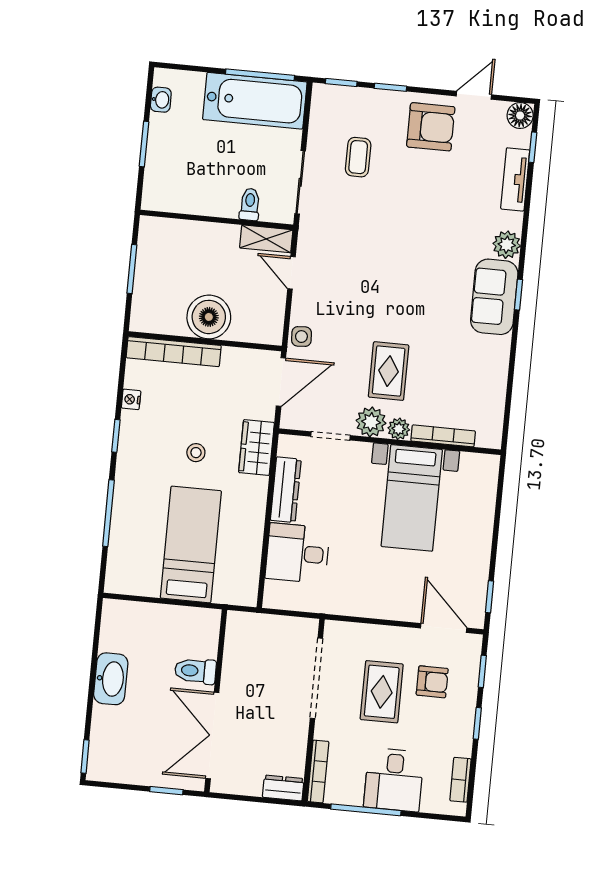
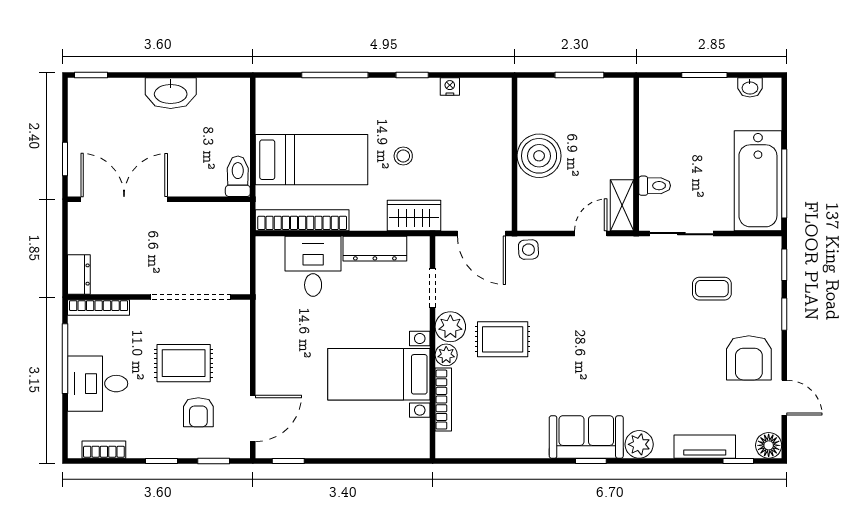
bookcase: (174, 352) -> (302, 220), moved, turned 90
toilet: (195, 671) -> (238, 176), moved

